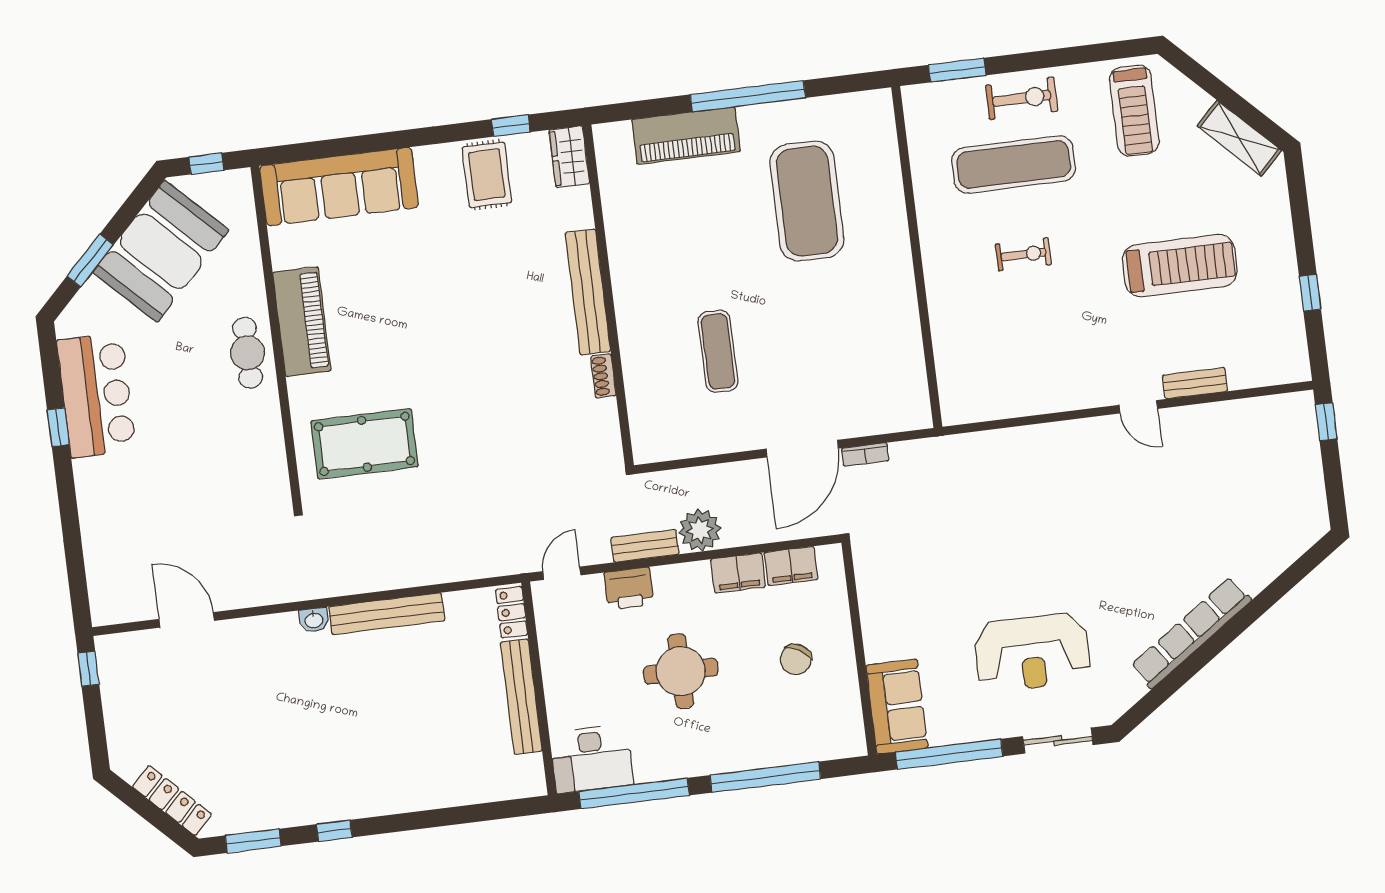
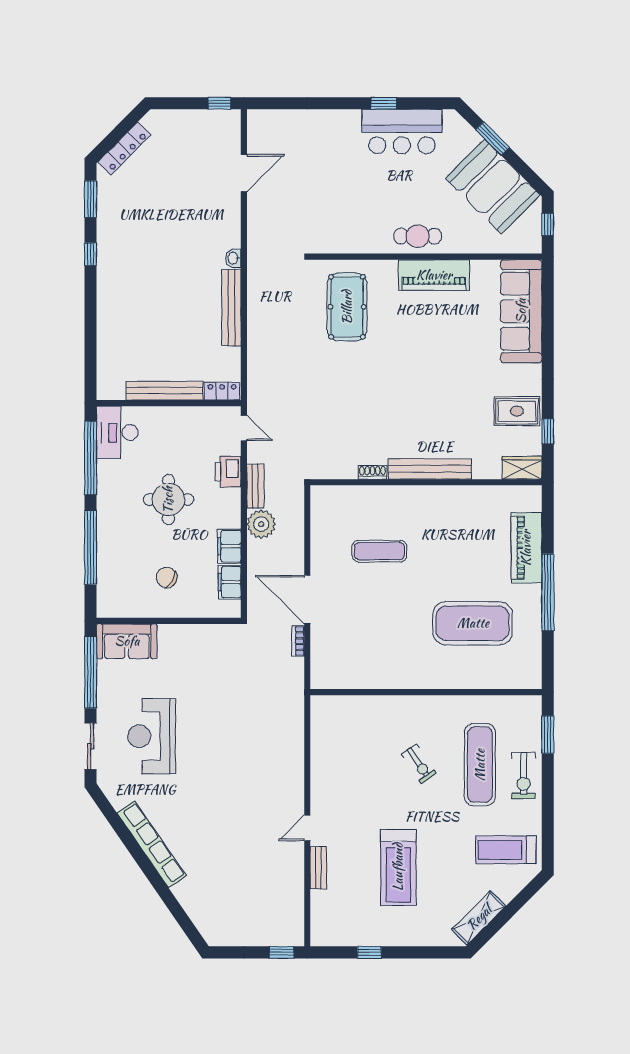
exercise bike: (1023, 254) -> (419, 764), turned -34

